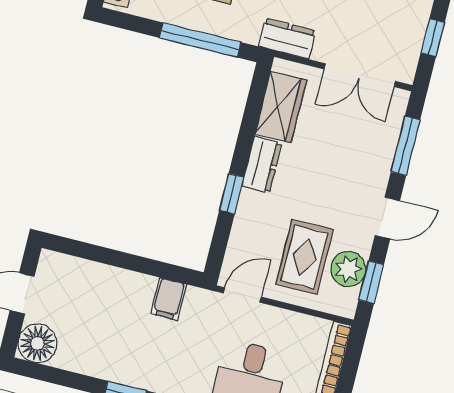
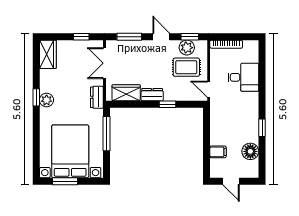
double door: (360, 75) -> (105, 63), swing flipped
filing cabinet: (169, 299) -> (218, 152), moved
floor lamp: (38, 343) -> (250, 151), moved

